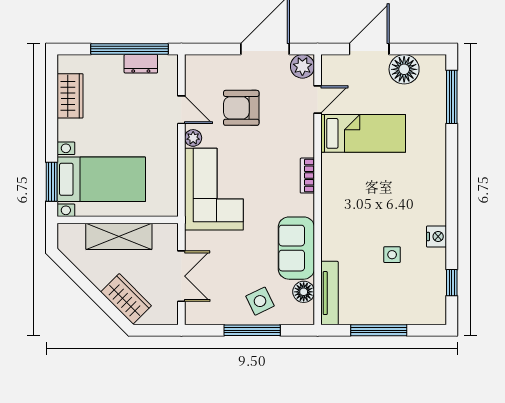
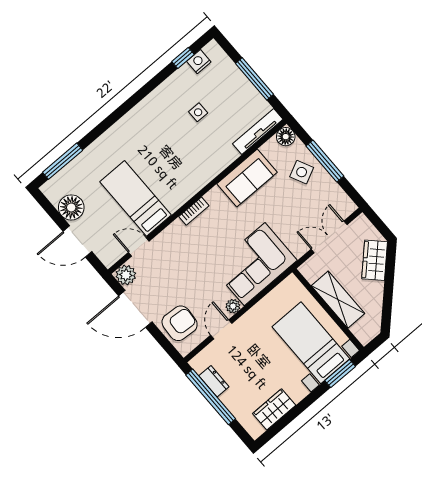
armchair: (241, 108) -> (180, 323), moved, turned -86
nightstand: (437, 237) -> (199, 62), moved
floor lamp: (304, 292) -> (286, 137), moved

